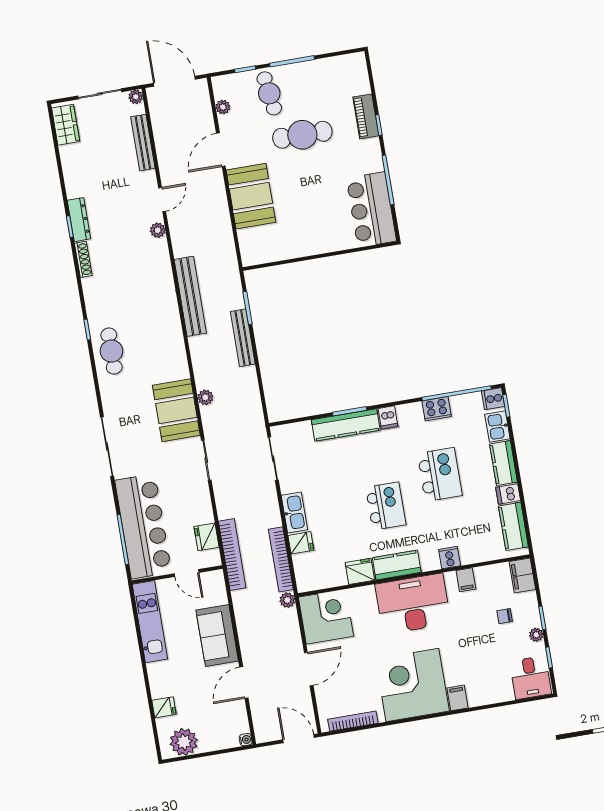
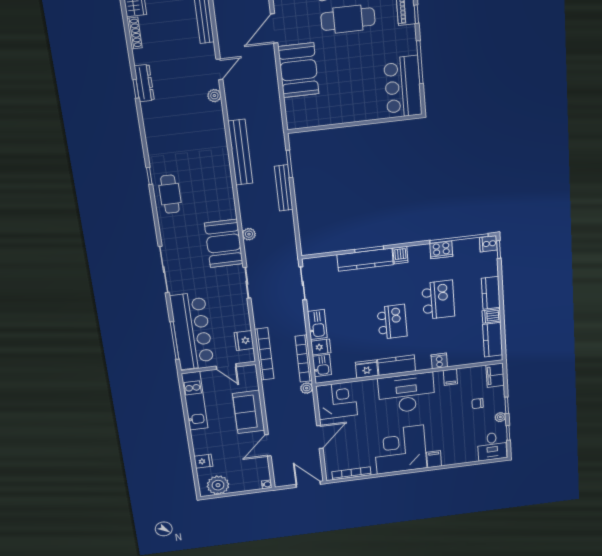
shoe rack: (83, 259) -> (135, 33), moved
kitchen sink: (497, 427) -> (322, 365), moved, turned 180

